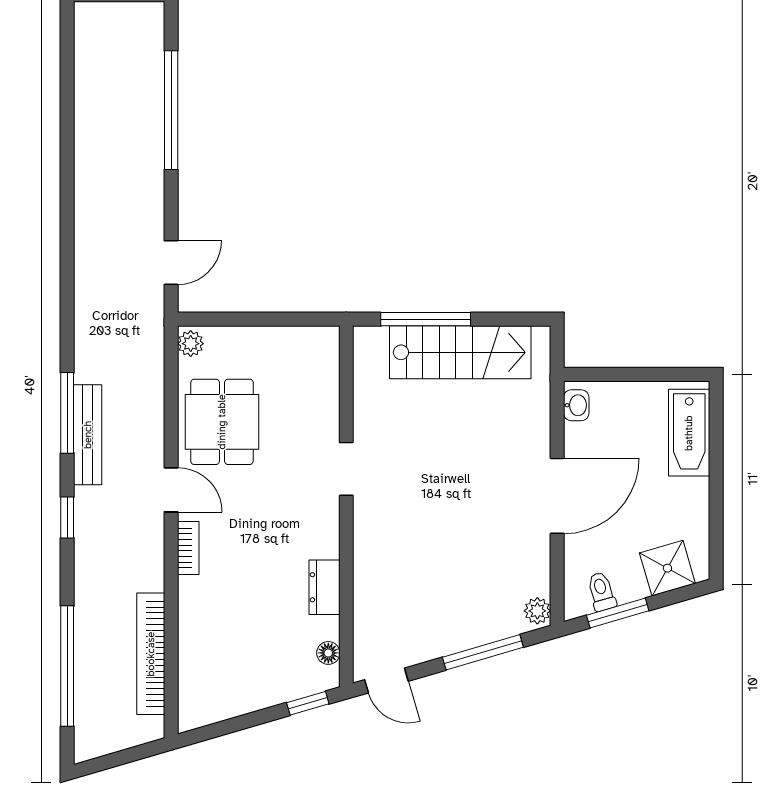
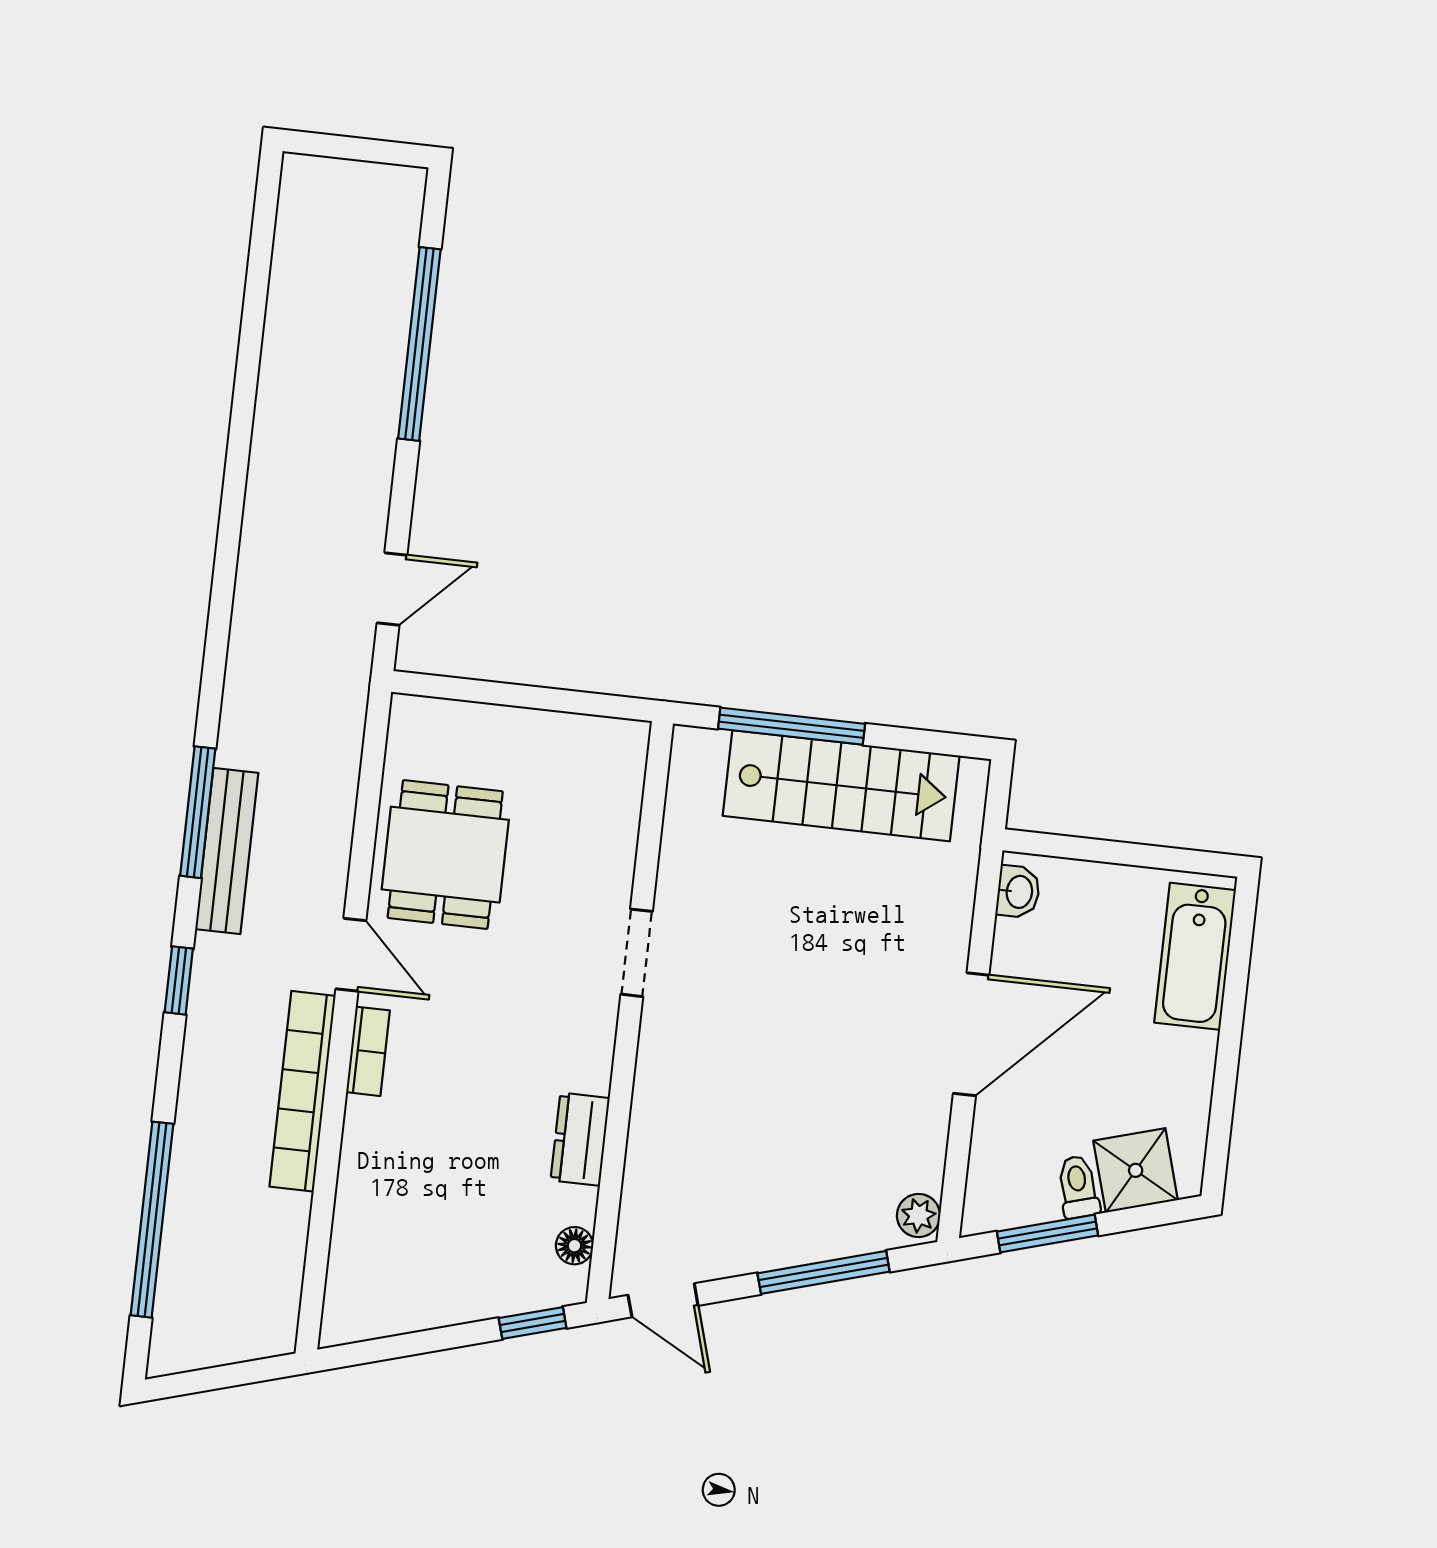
plant: (191, 344) -> (409, 723), removed
toilet: (601, 591) -> (1078, 1187), moved
bookcase: (151, 654) -> (303, 1091), moved

